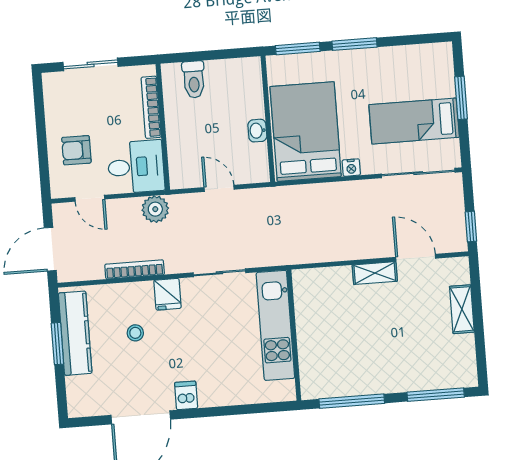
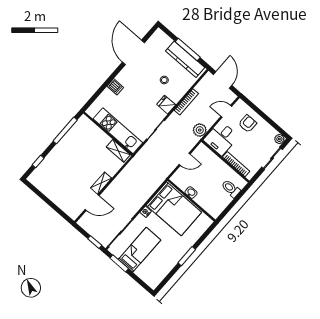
window: (298, 48) -> (205, 235), removed
plant: (52, 82) -> (279, 139), added
window: (461, 98) -> (119, 263), moved
window: (471, 227) -> (95, 242), moved
shelving: (462, 309) -> (118, 151), moved
window: (57, 344) -> (188, 50), width x1.44
dishwasher: (186, 395) -> (115, 87), moved
window: (436, 395) -> (38, 162), width x0.46

